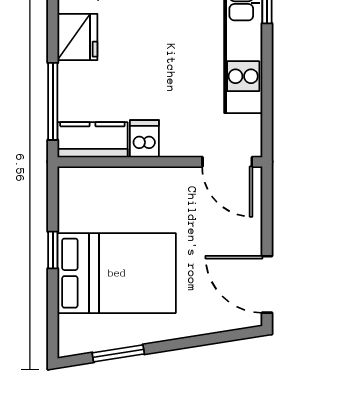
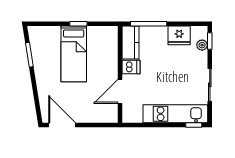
door: (227, 162) -> (120, 91), moved
bed: (117, 273) -> (74, 54), width x0.67
door: (267, 284) -> (62, 125), hinge flipped

